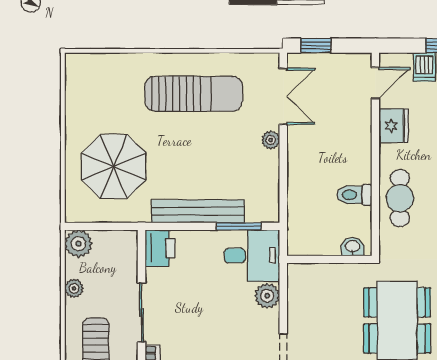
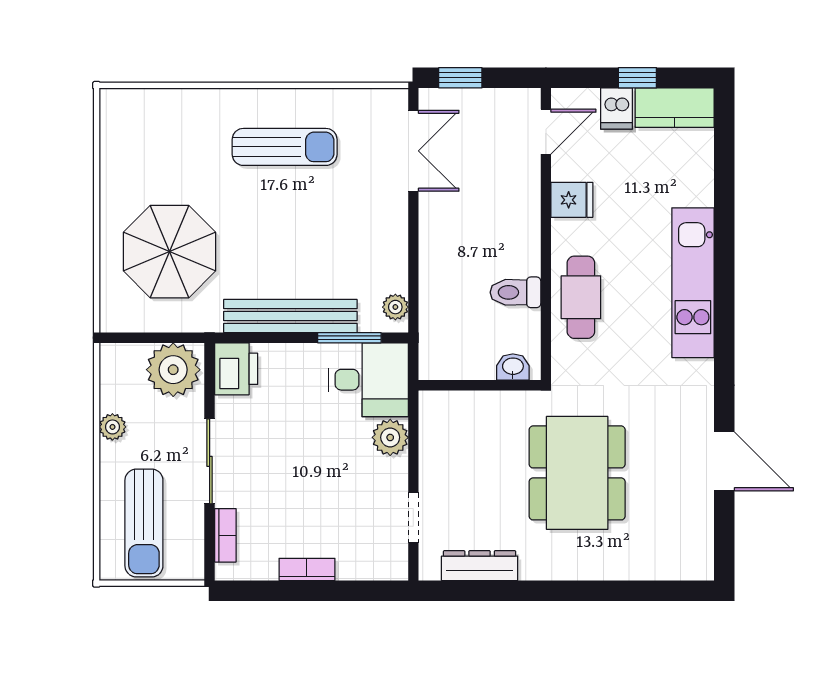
sun lounger: (194, 94) -> (285, 147), width x0.73, depth x0.75
fridge: (394, 126) -> (572, 200), width x0.72
plant: (271, 140) -> (395, 307), moved
plant: (78, 244) -> (173, 370), moved, width x1.36, depth x1.36

